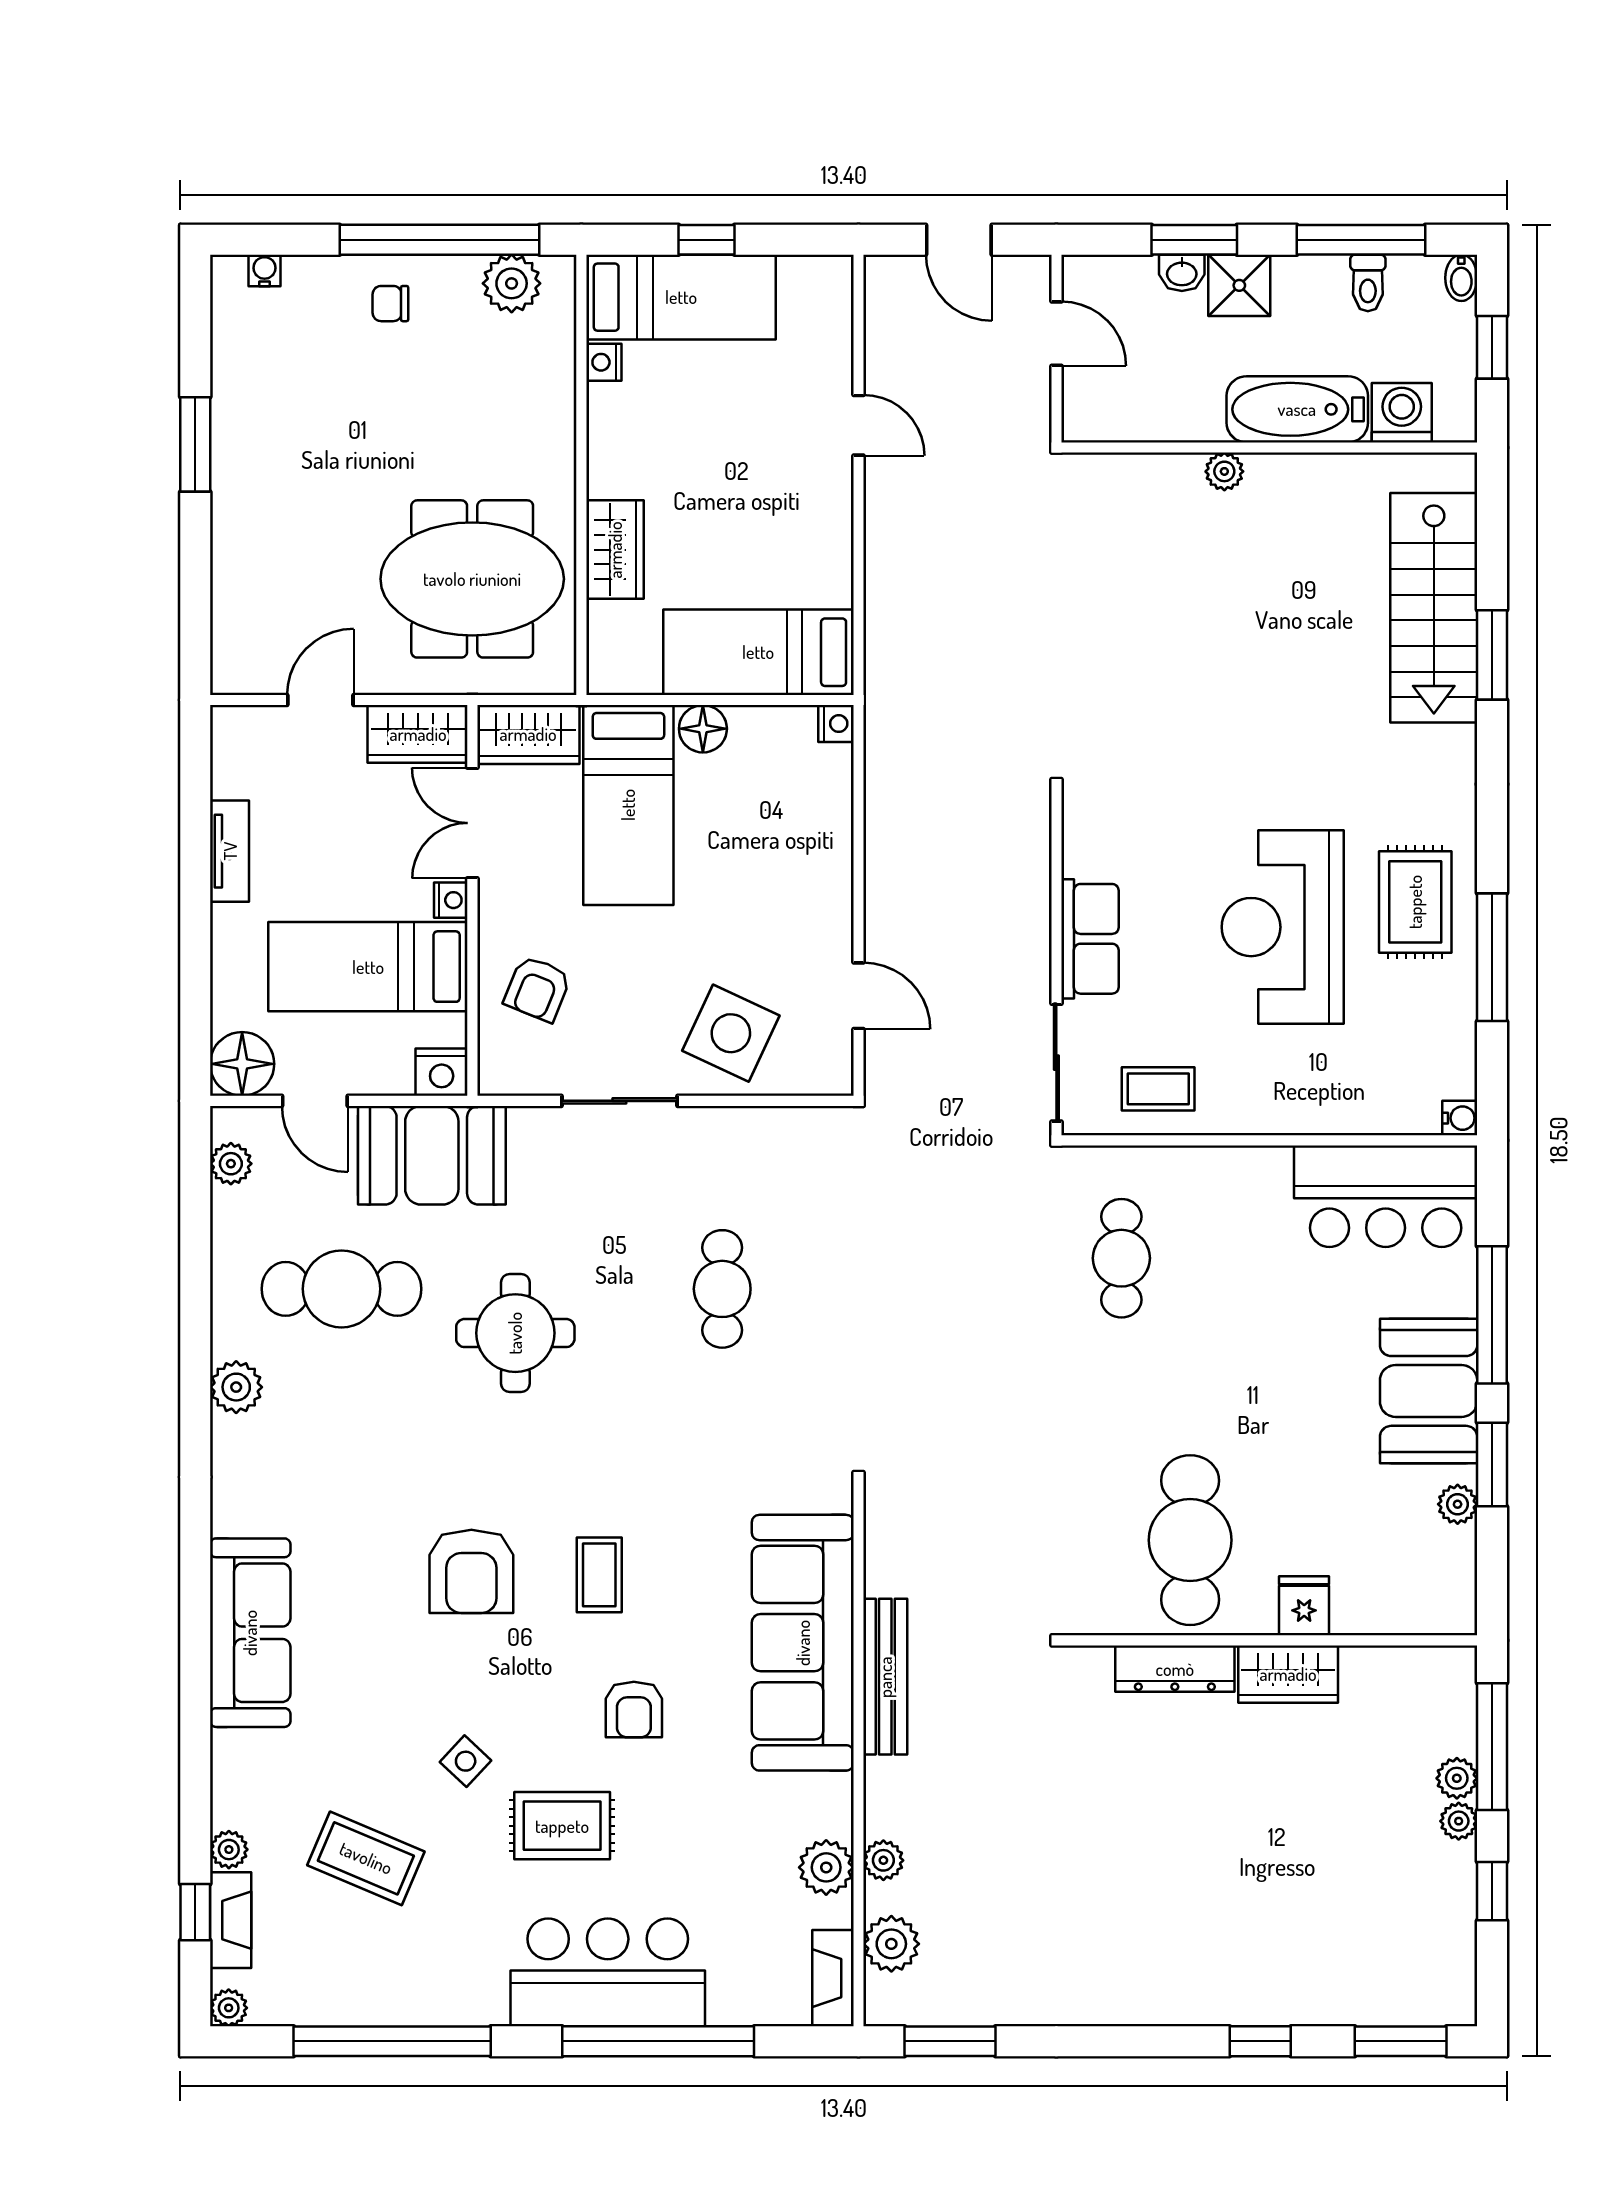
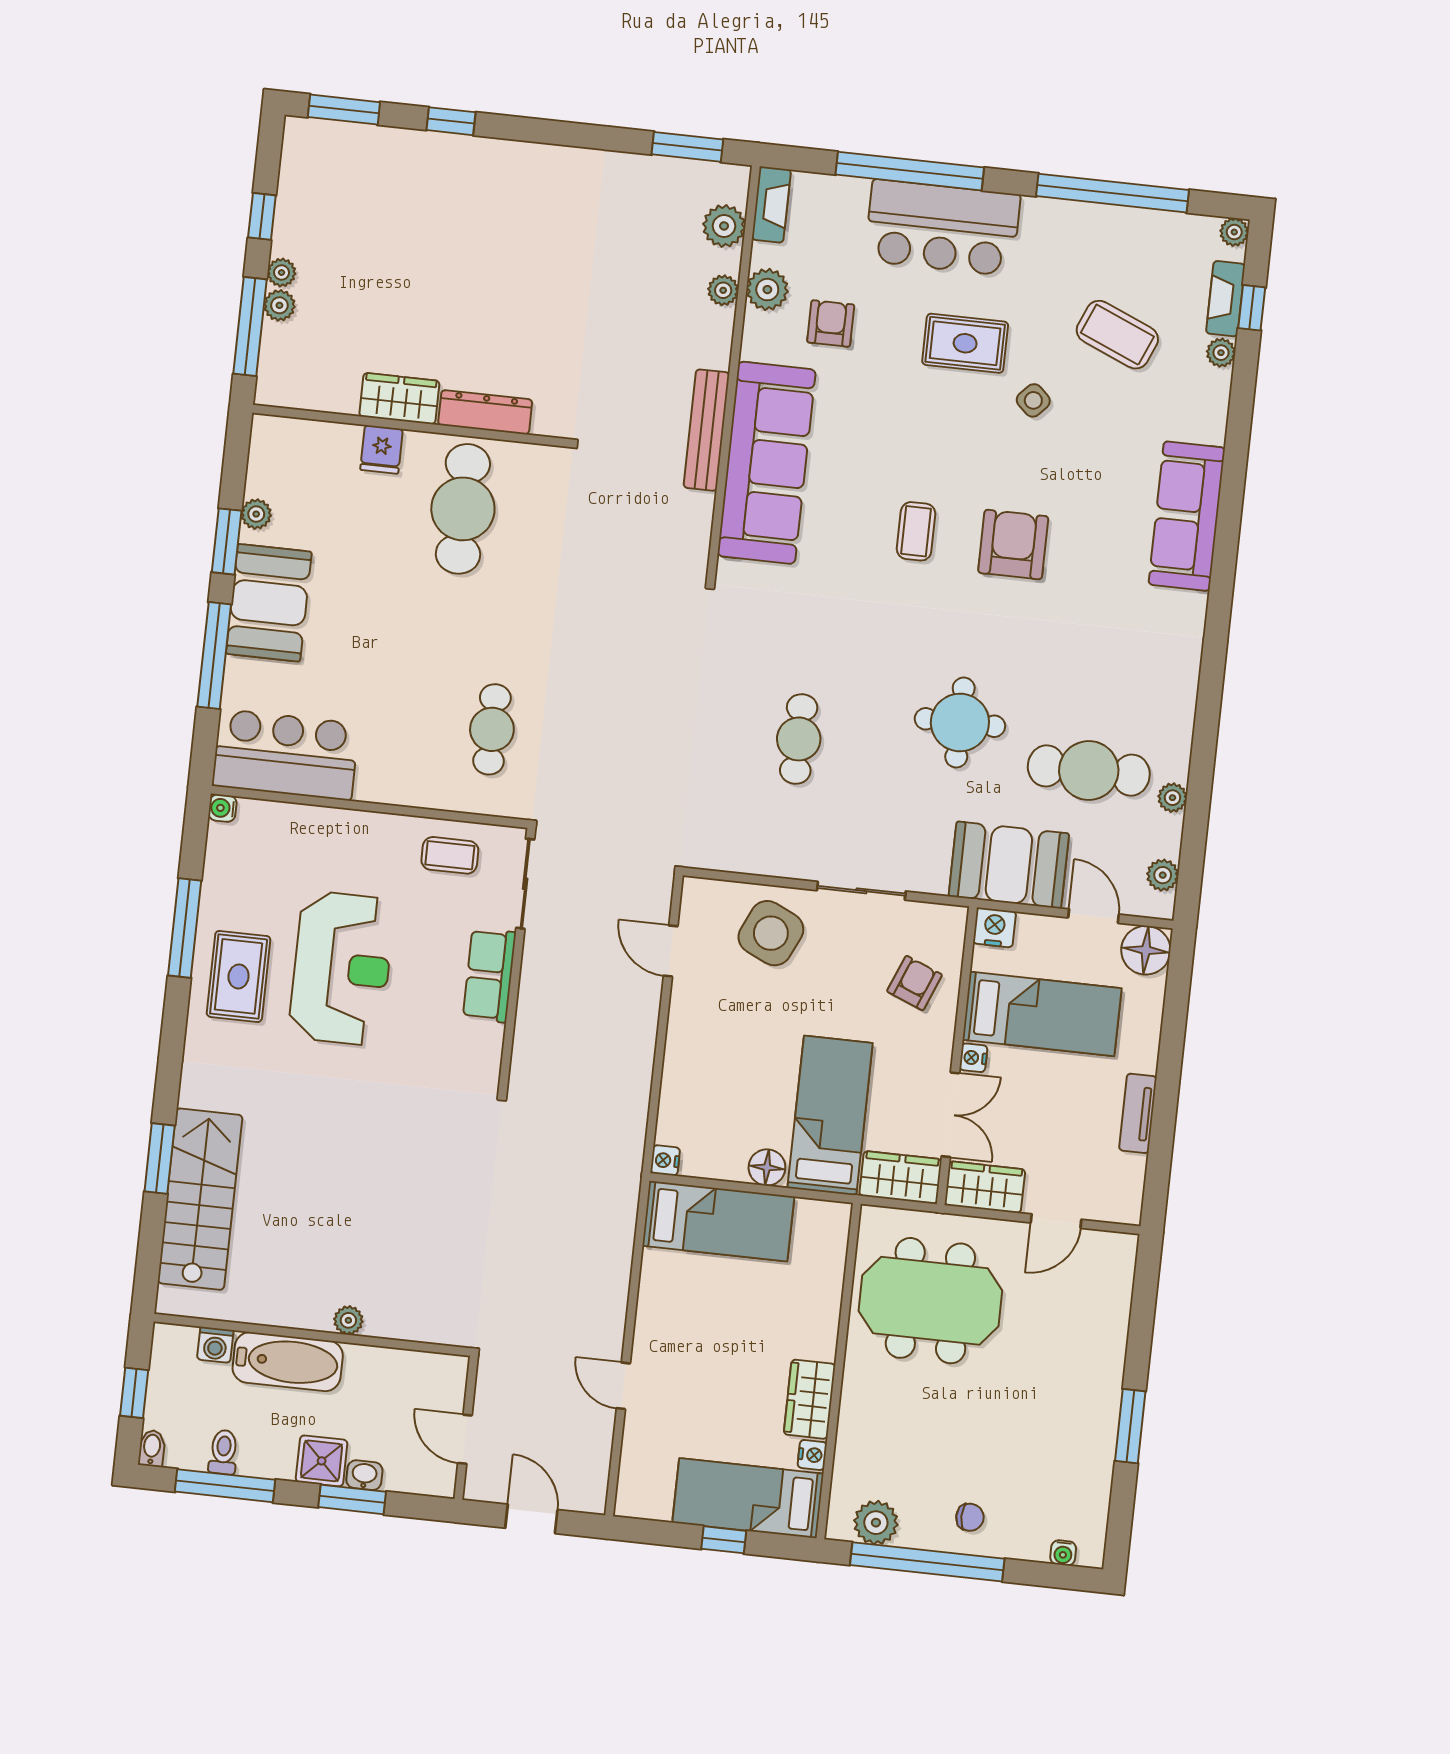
washing machine: (1402, 413) -> (215, 1345), width x0.73, depth x0.73
wardrobe: (615, 550) -> (810, 1399), moved
plant: (236, 1387) -> (1172, 798), moved, width x0.73, depth x0.73
armchair: (634, 1710) -> (831, 323), moved

